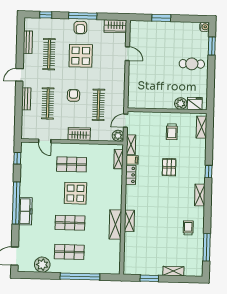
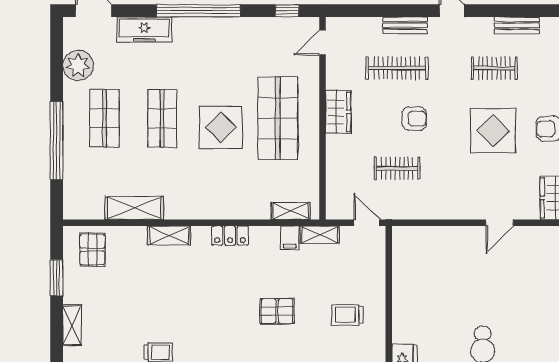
clothes rail: (49, 54) -> (494, 68), width x0.73
plant: (181, 104) -> (404, 331), removed
clothes rail: (98, 105) -> (397, 168), width x0.73
wardrobe: (79, 134) -> (338, 112), moved
plant: (118, 136) -> (337, 209), removed
door: (45, 141) -> (323, 43), moved
shop shelf: (72, 164) -> (278, 118), width x1.43, depth x1.36
locker: (131, 175) -> (230, 236), moved
freezer: (25, 211) -> (144, 30), moved
shelving: (115, 224) -> (134, 208), moved
pallet: (136, 260) -> (92, 250), added

